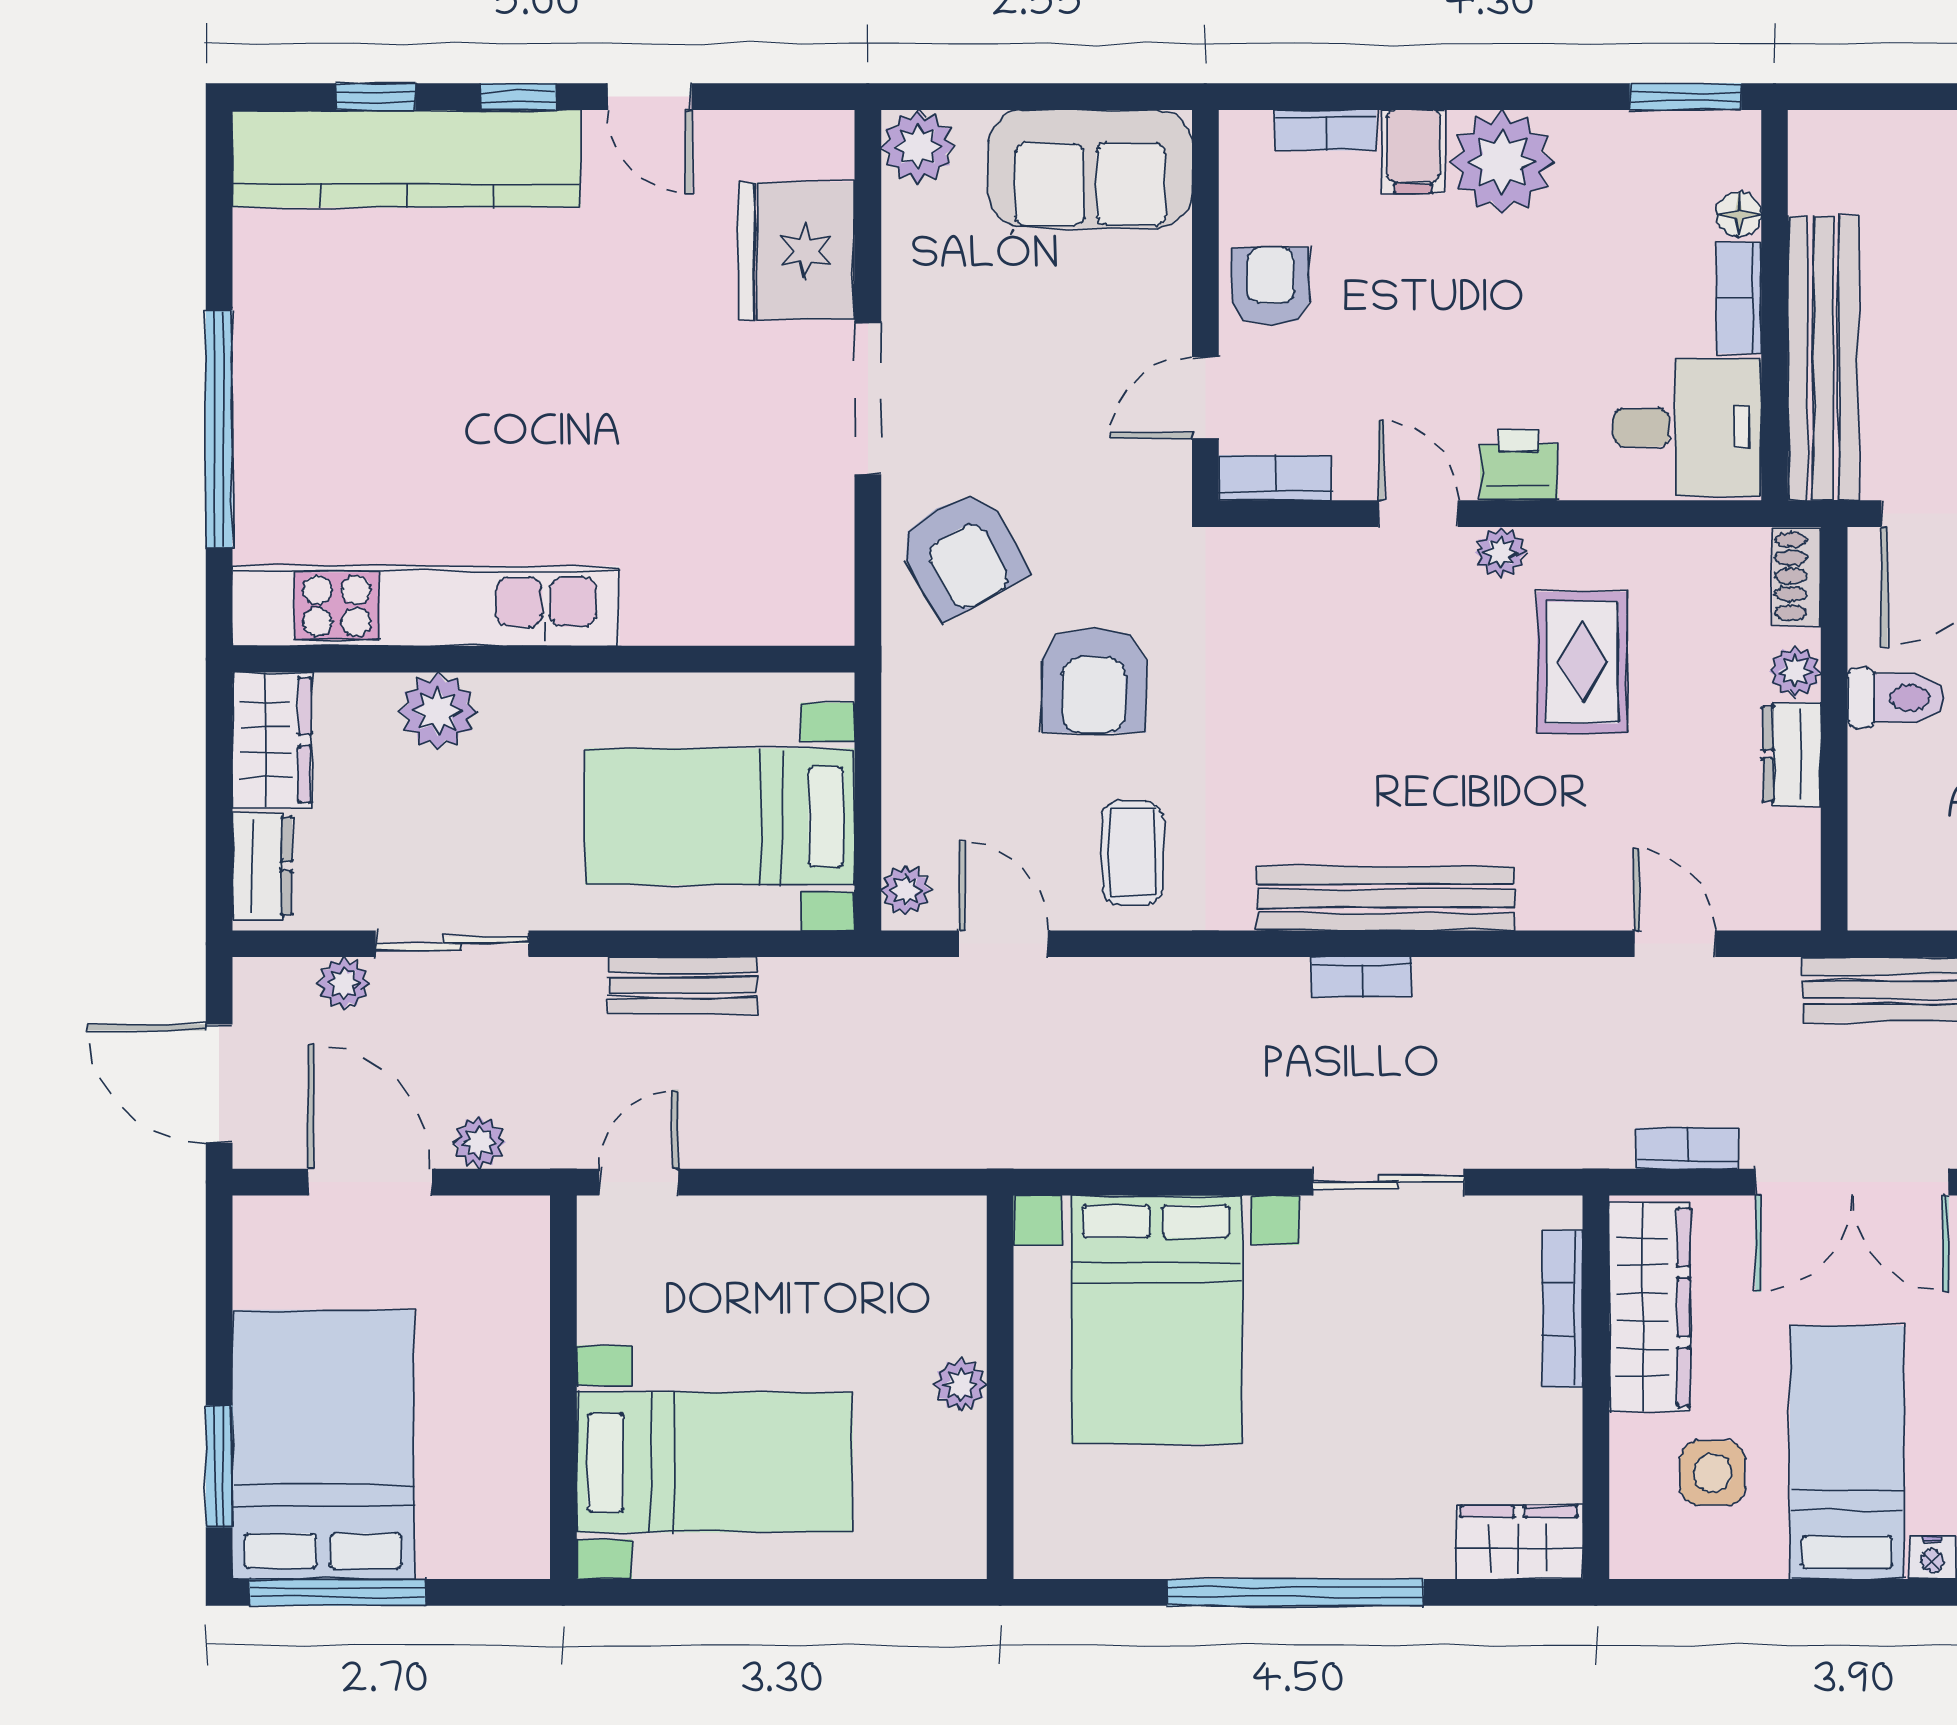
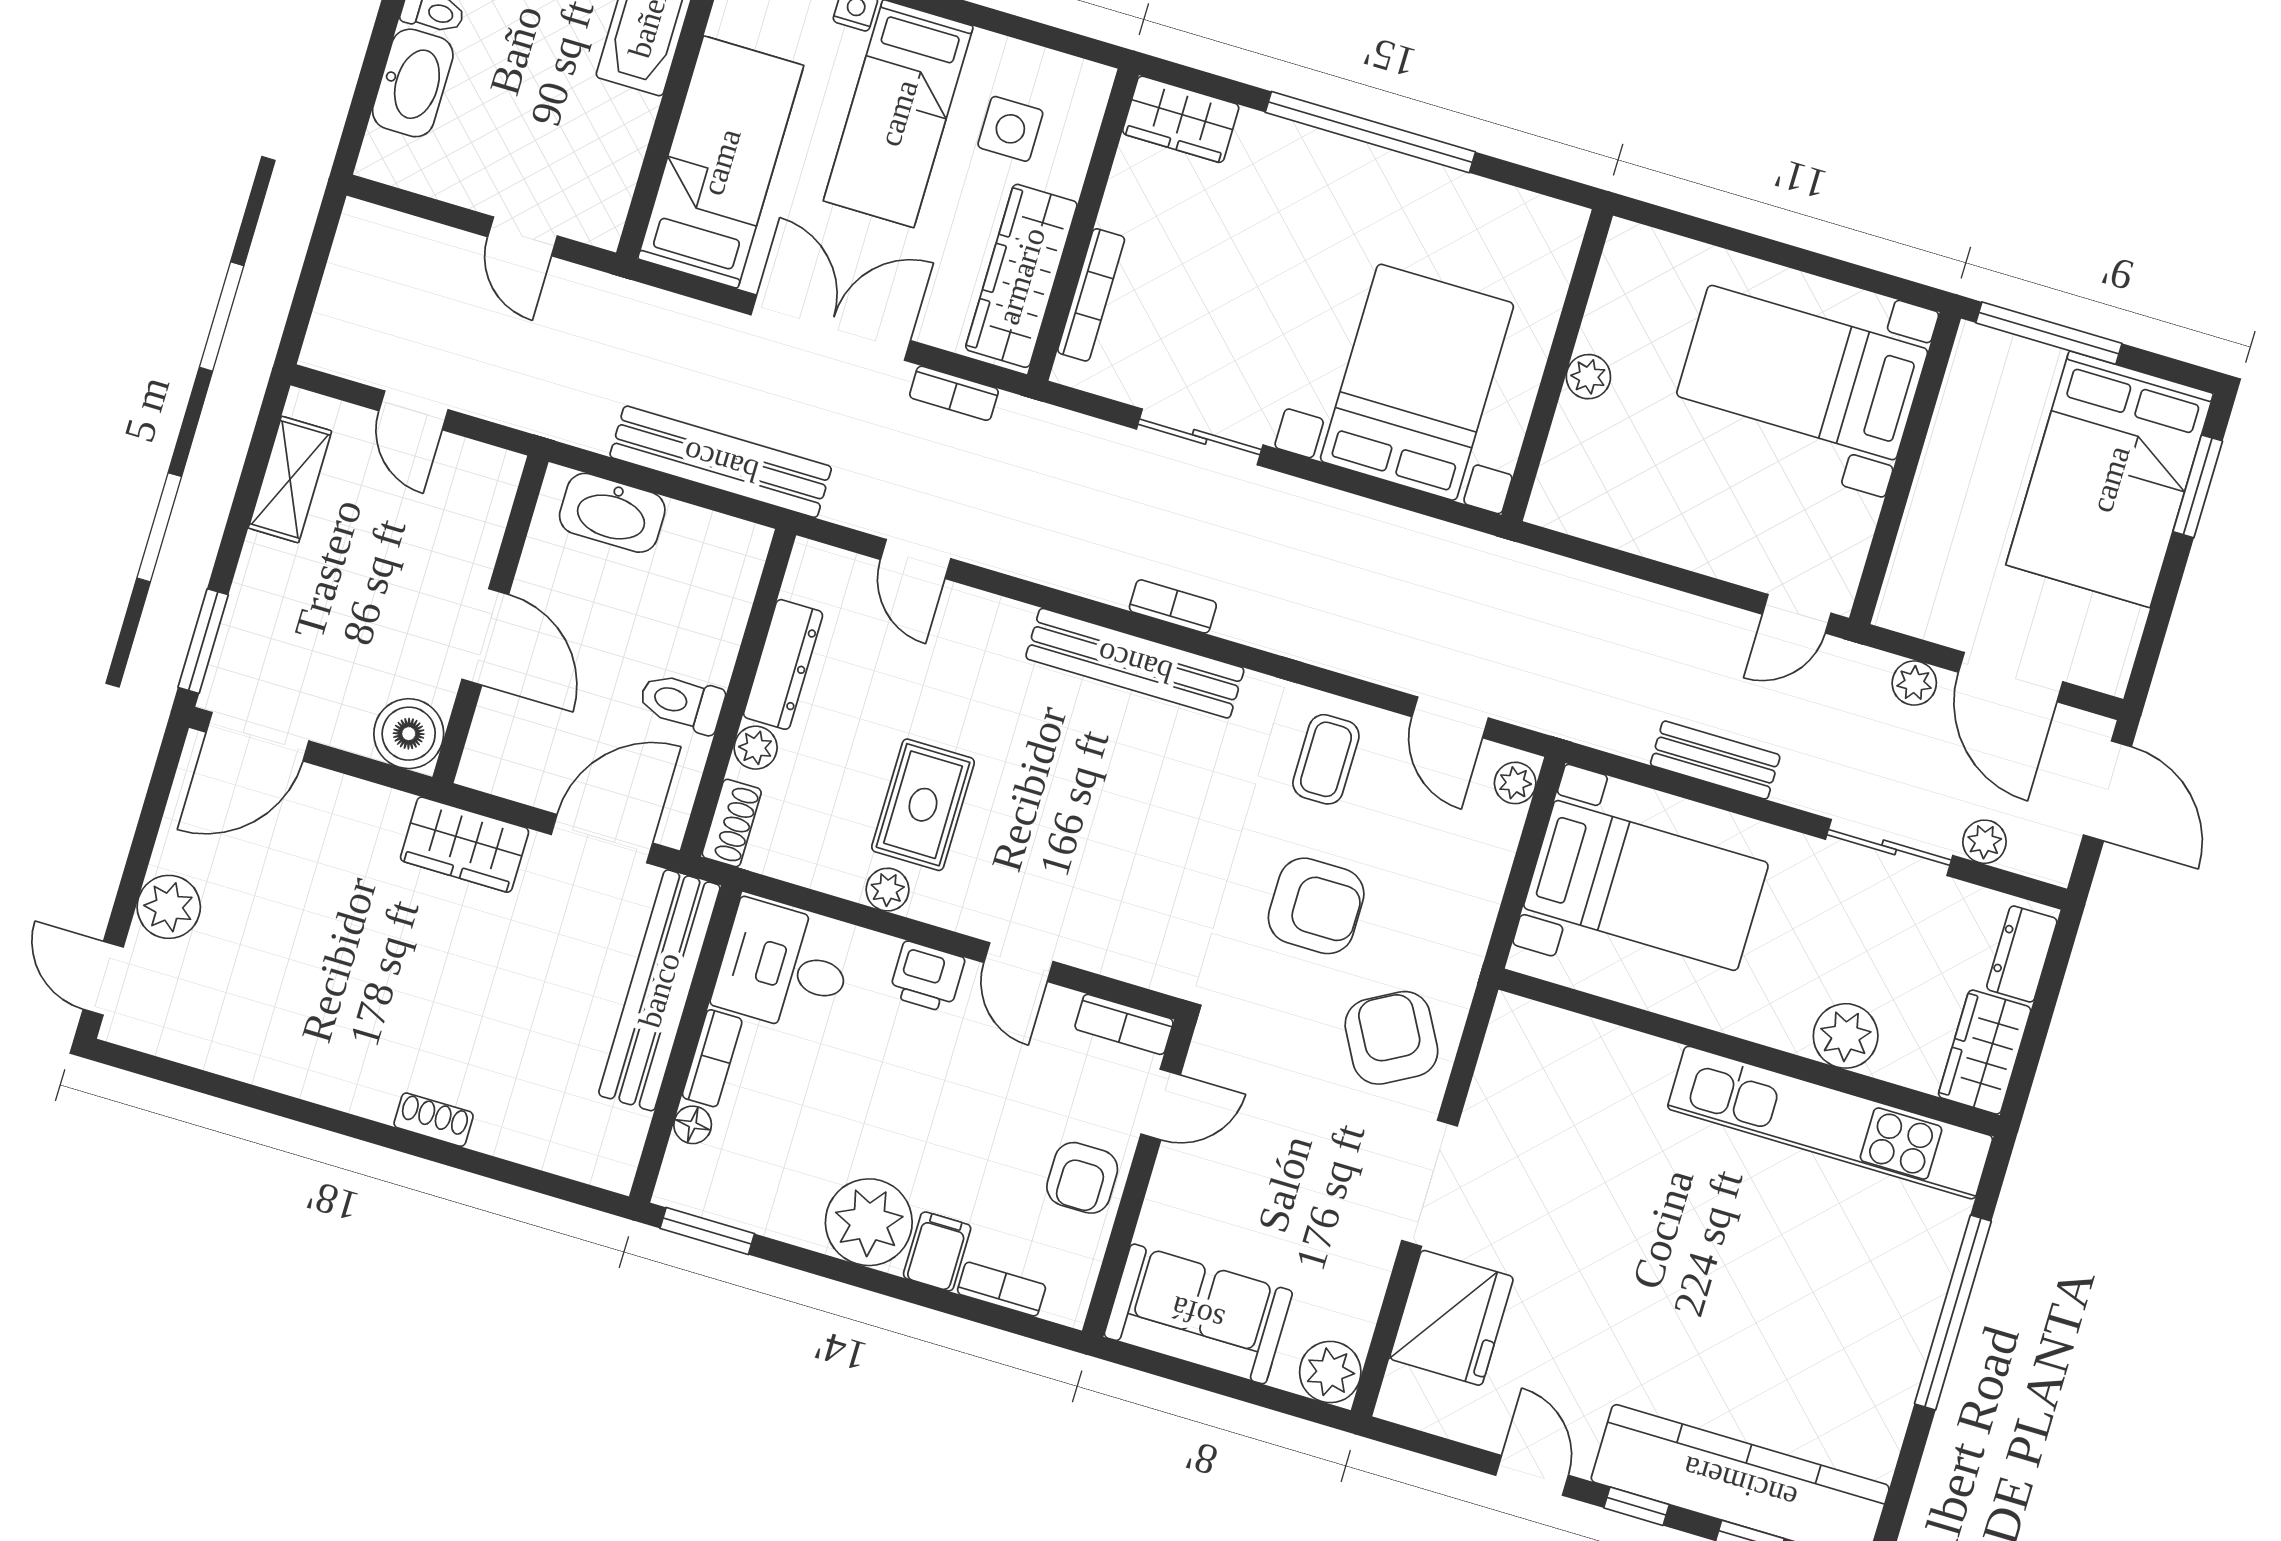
plant: (1501, 552) -> (887, 890), moved
armchair: (1094, 680) -> (1316, 906), turned 90
dresser: (1792, 754) -> (783, 664), width x1.44
window: (337, 1592) -> (2049, 333), moved

